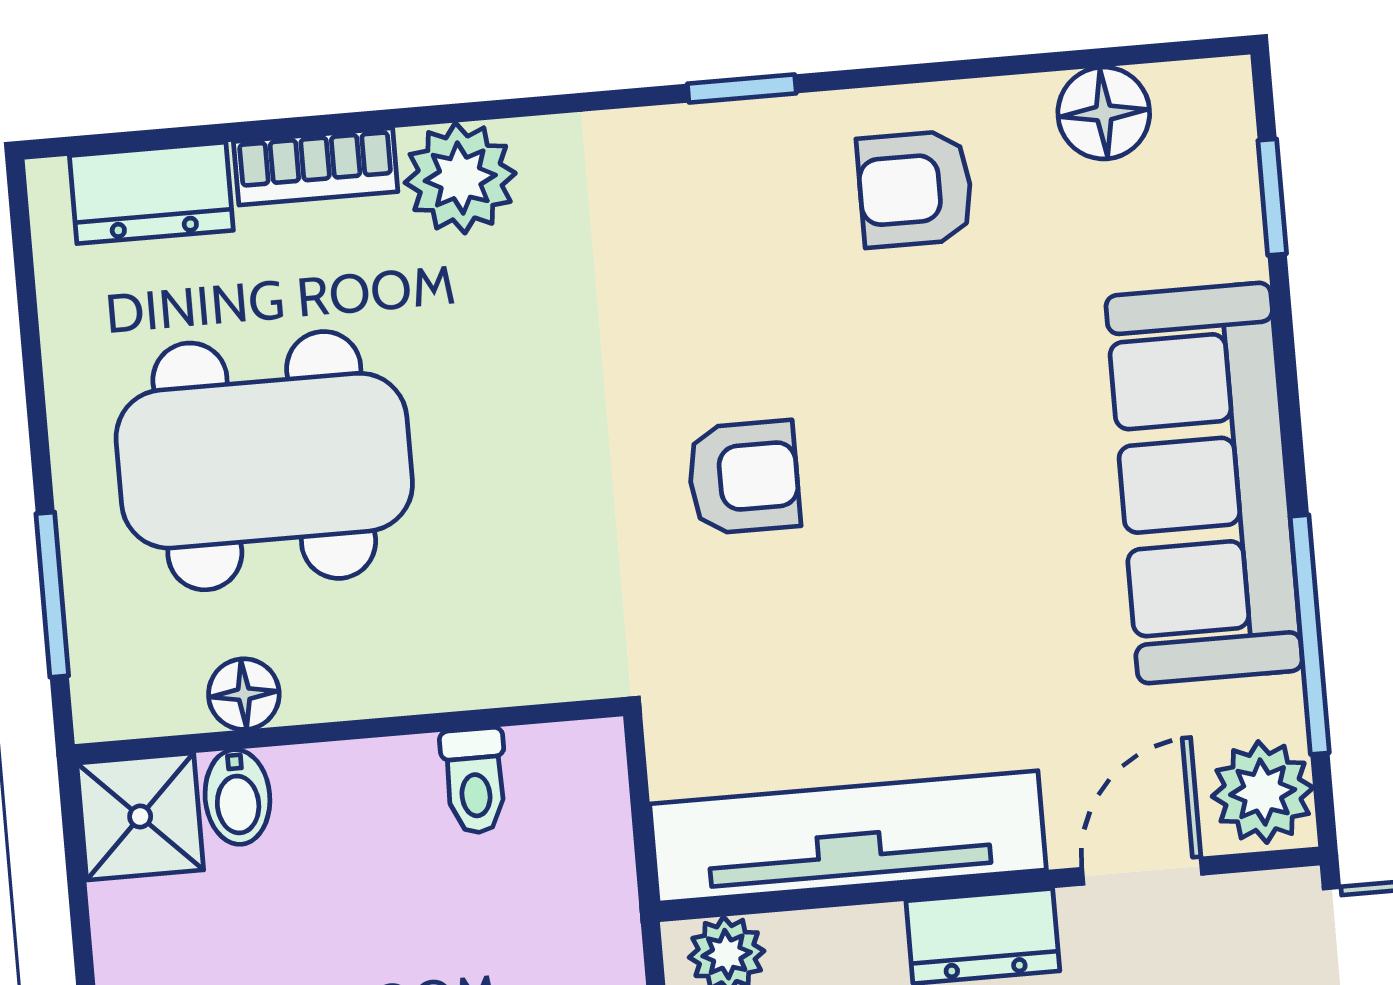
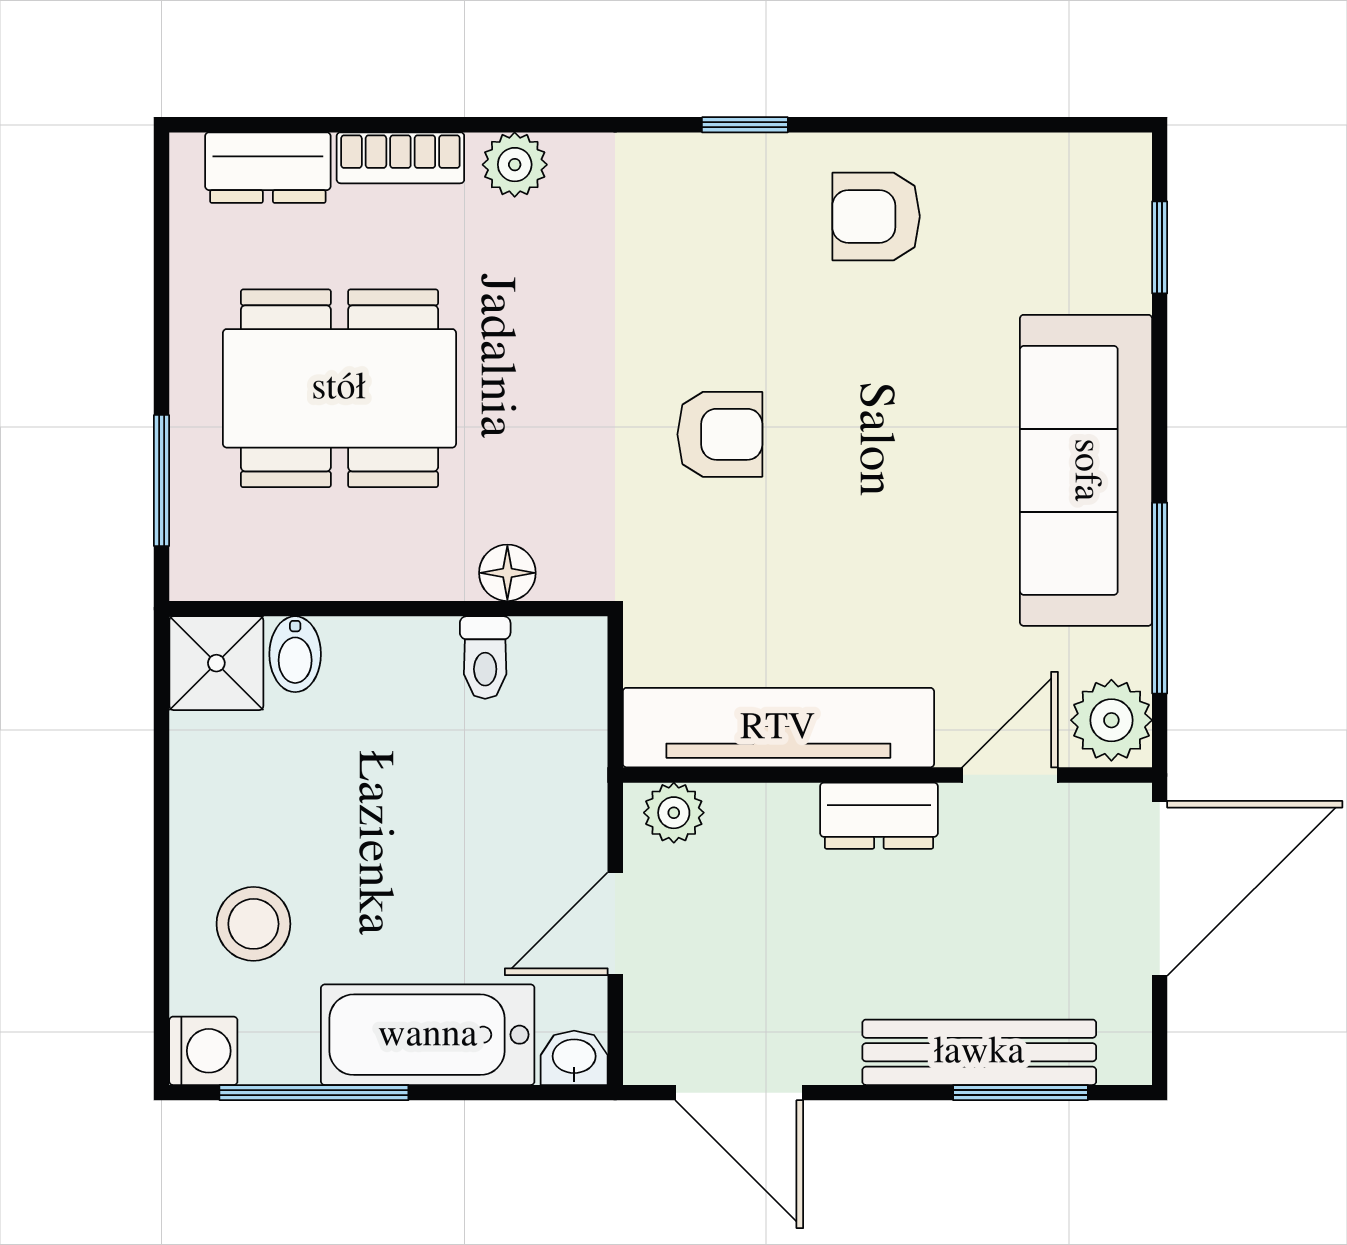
floor lamp: (1104, 113) -> (1031, 169), removed
plant: (460, 178) -> (515, 165), width x0.73, depth x0.73
floor lamp: (244, 694) -> (507, 573), moved

